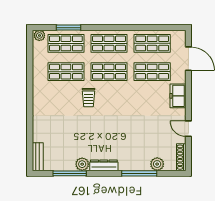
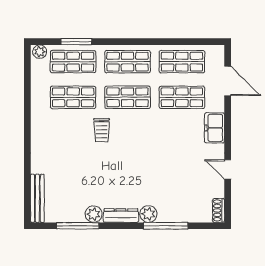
bench: (38, 157) -> (37, 198), width x1.36
shoe rack: (181, 157) -> (219, 210), width x0.70
plant: (157, 164) -> (148, 214), moved

